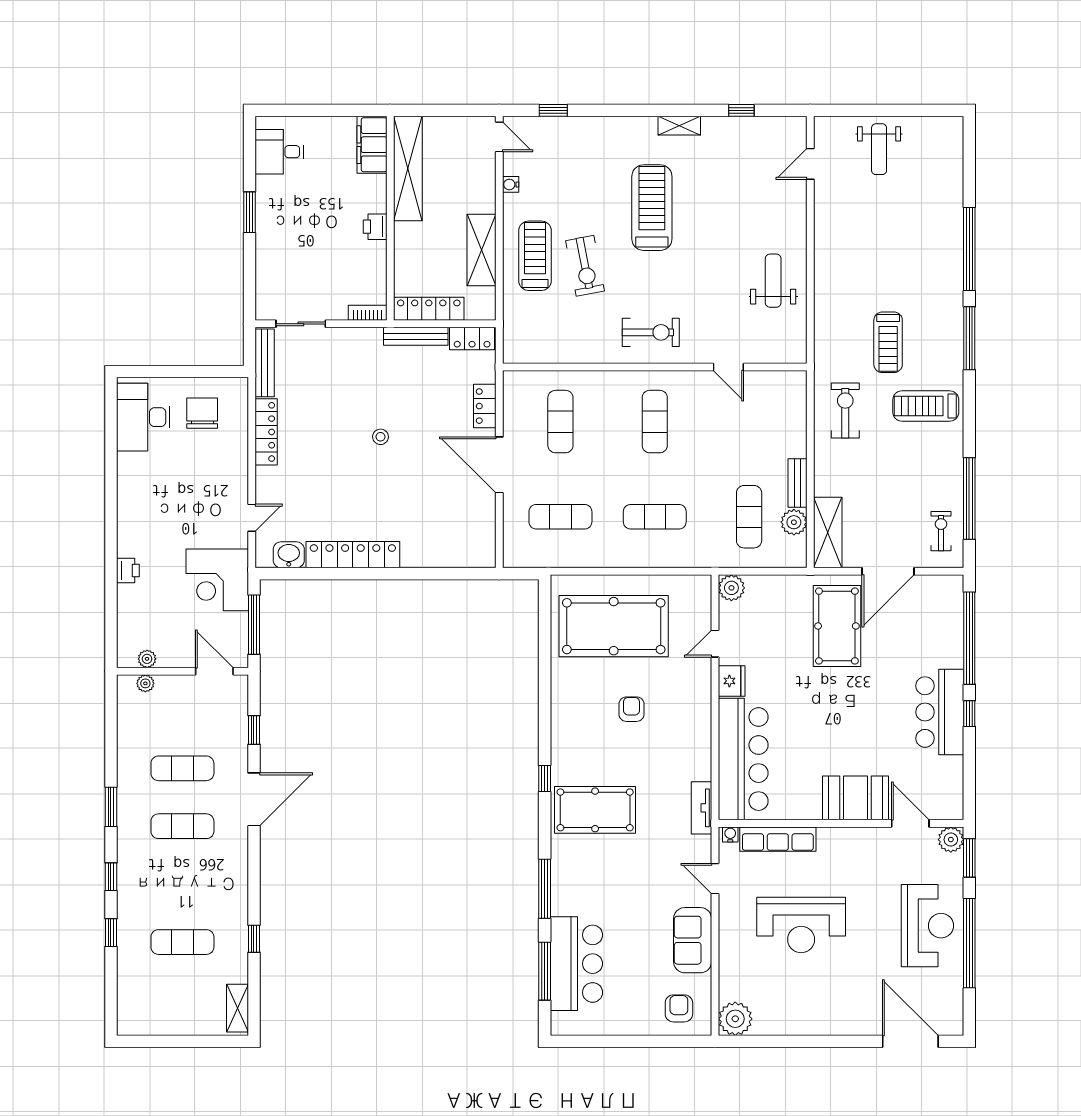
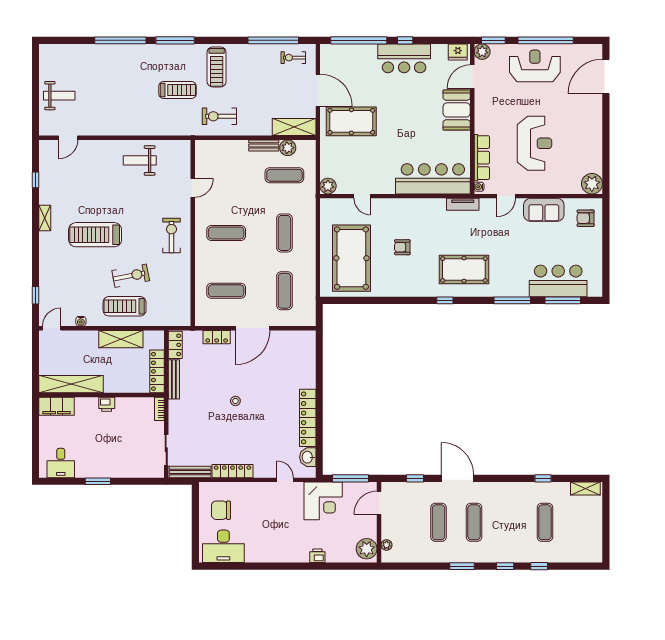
door: (810, 164) -> (68, 138), hinge flipped
plant: (147, 659) -> (367, 549), width x1.87, depth x1.87
fridge: (732, 681) -> (458, 52), moved, turned 180
pool table: (595, 810) -> (464, 270), turned 90

